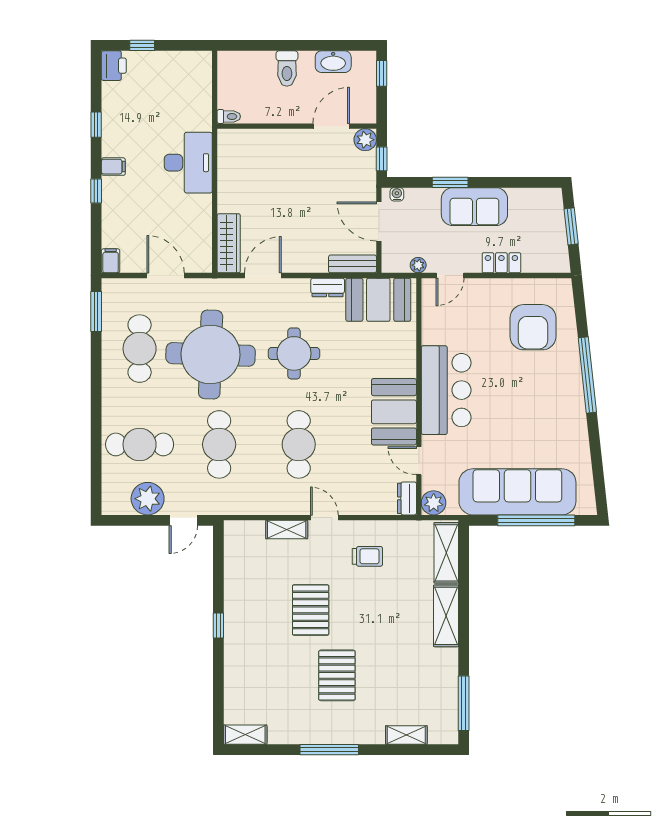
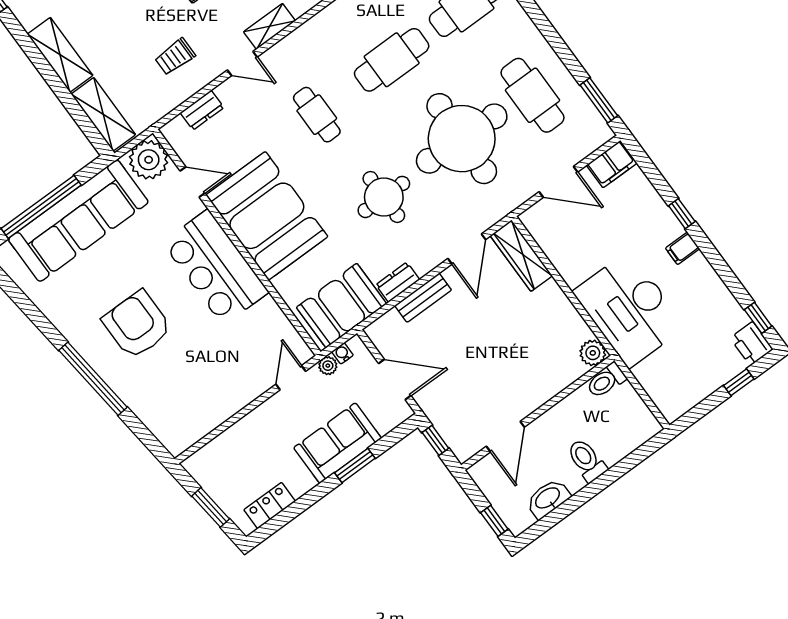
toilet: (229, 116) -> (606, 381), width x1.37, depth x1.39
window: (96, 125) -> (758, 318), moved
plant: (365, 140) -> (593, 353), moved
desk: (188, 163) -> (629, 309), width x1.36, depth x1.30
water cooler: (397, 194) -> (342, 353), moved, turned 180
sofa: (474, 207) -> (338, 443), moved
filing cabinet: (111, 261) -> (612, 164), width x2.00
locker: (501, 263) -> (270, 506), moved, turned 180
bench: (353, 264) -> (423, 298), moved
armchair: (533, 327) -> (137, 325), moved
booth: (394, 412) -> (267, 216), width x1.36, depth x1.42
cafe table: (219, 444) -> (392, 60), turned 90
cafe table: (299, 444) -> (317, 115), width x0.73, depth x0.74
dresser: (407, 498) -> (202, 110), moved, turned 90
plant: (434, 503) -> (149, 160), width x1.36, depth x1.36

